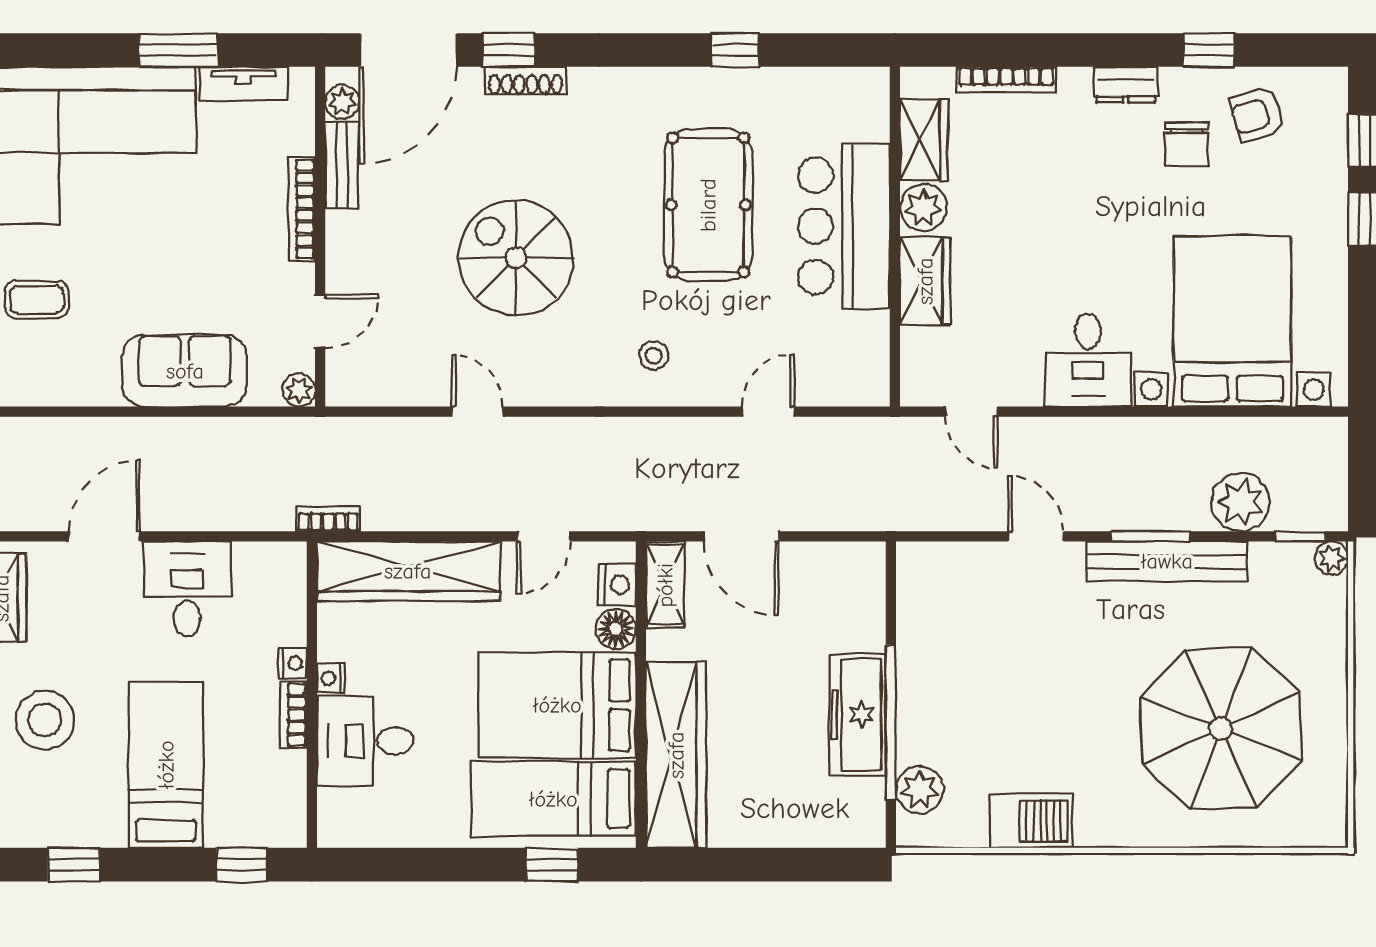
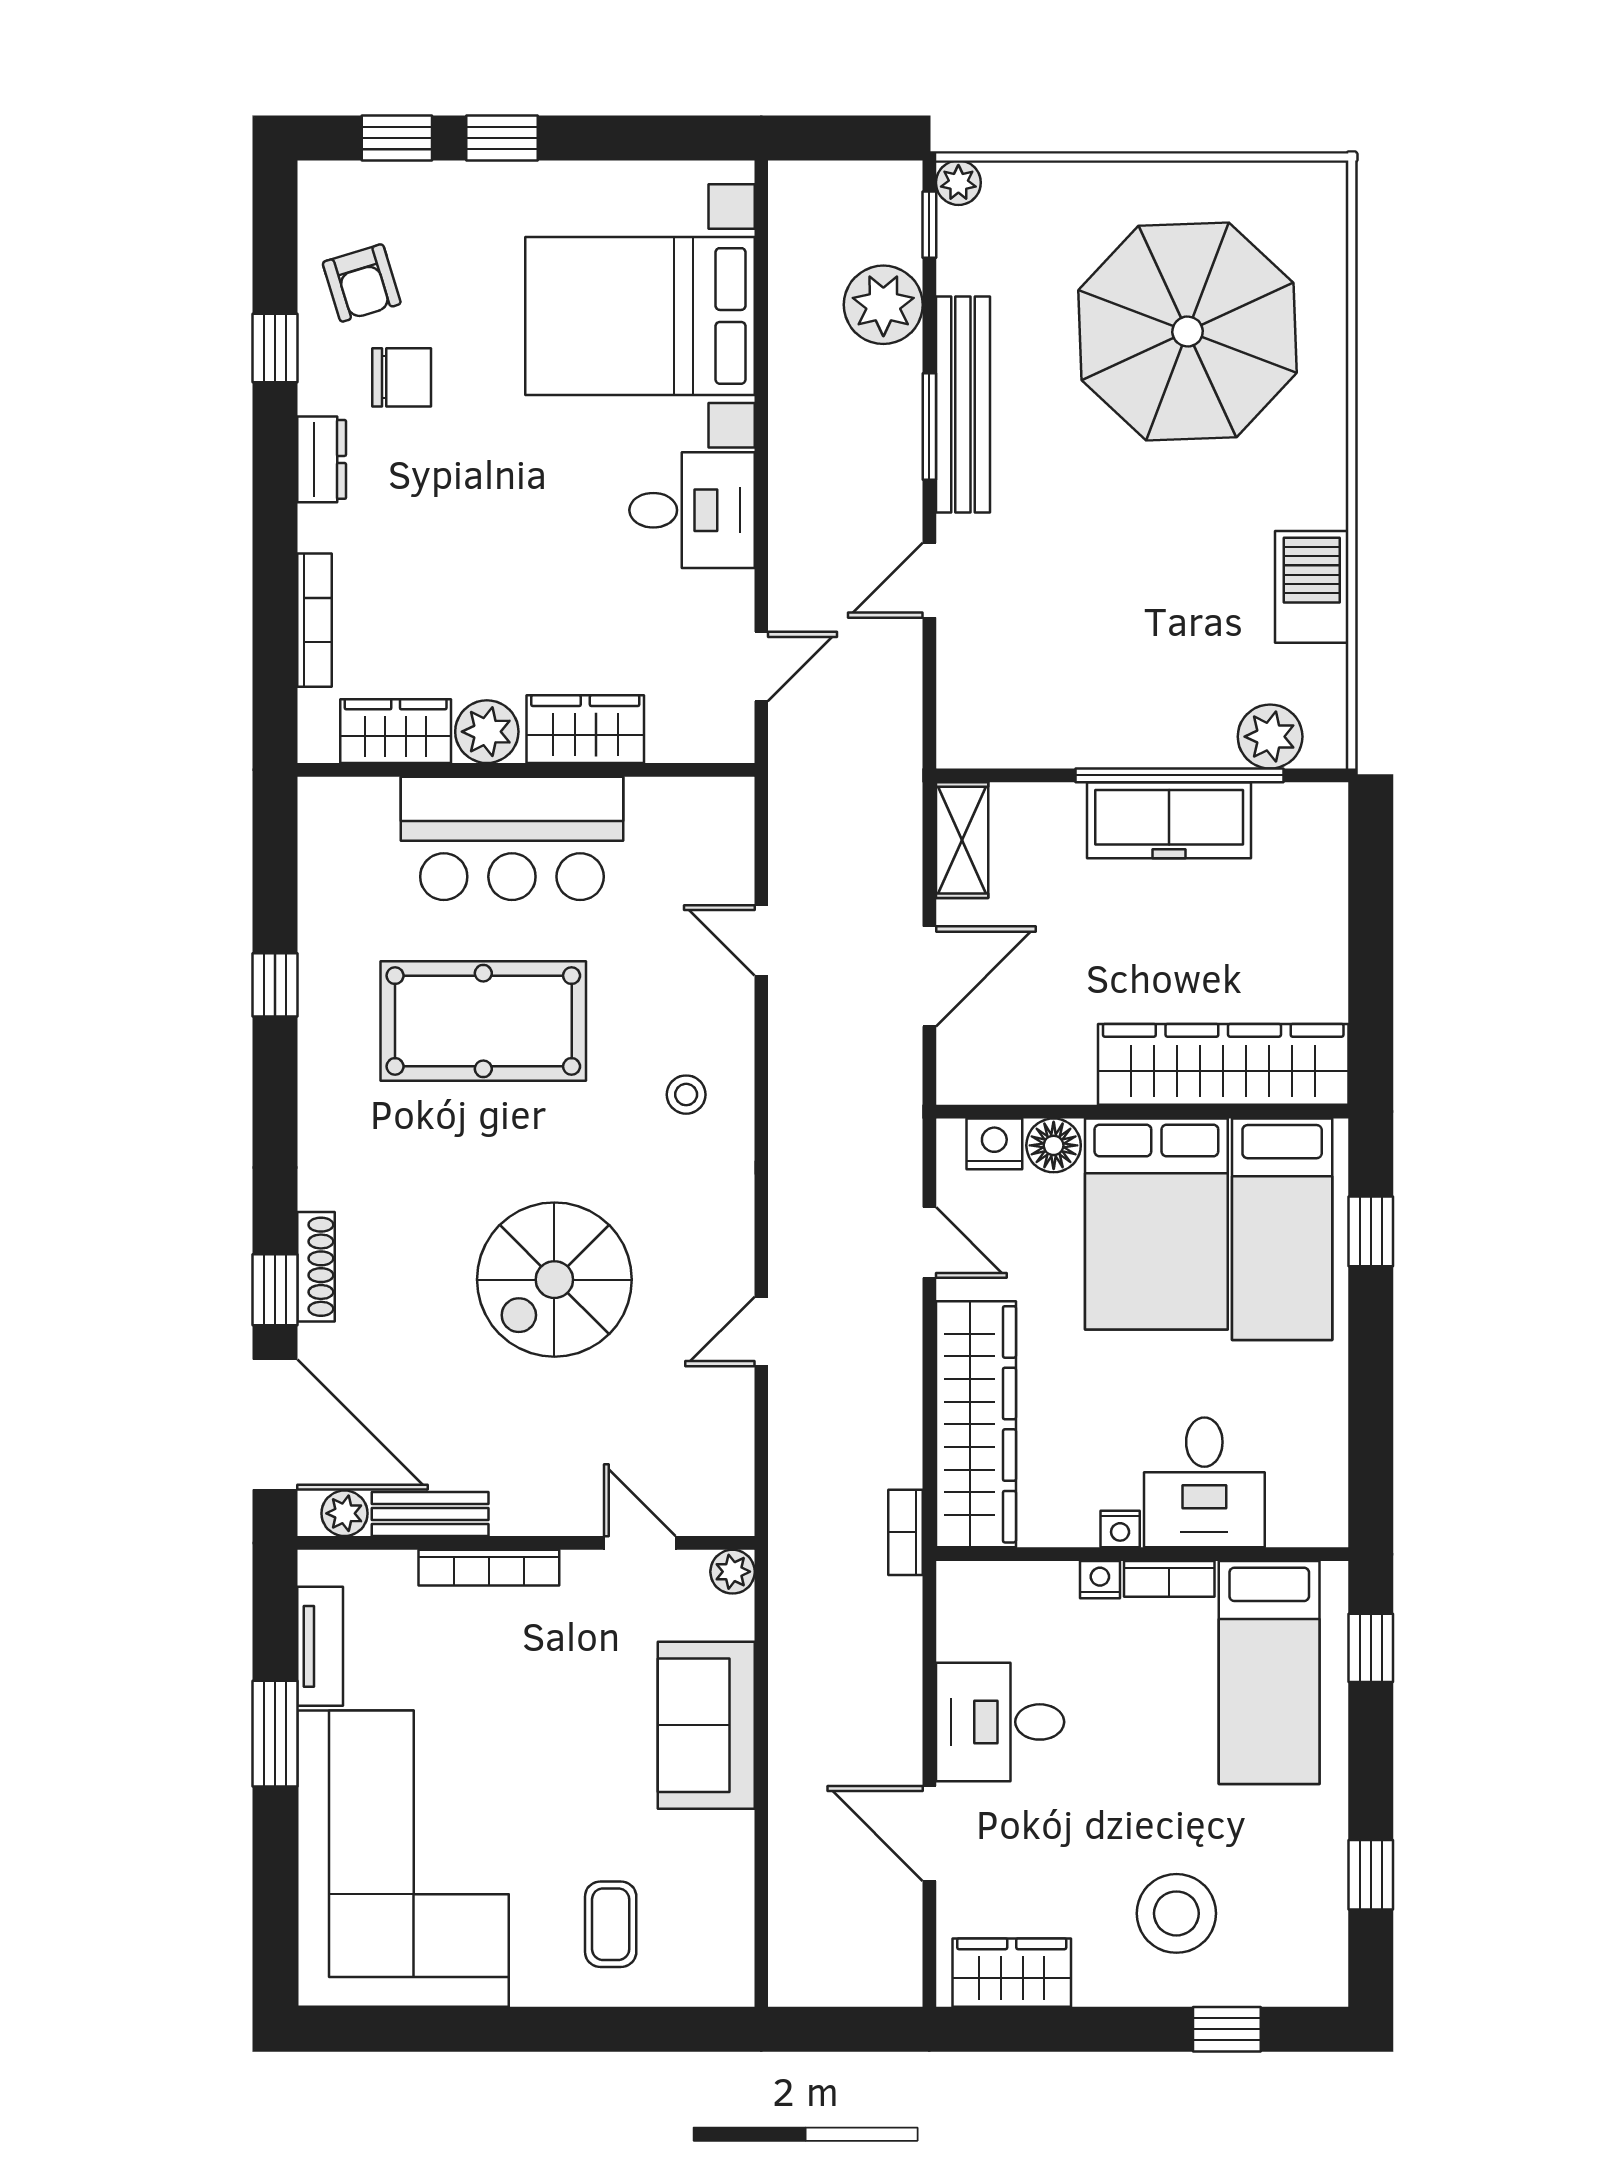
shelving: (665, 585) -> (962, 840), moved, turned 90
bed: (166, 765) -> (1269, 1673), moved, turned -90

